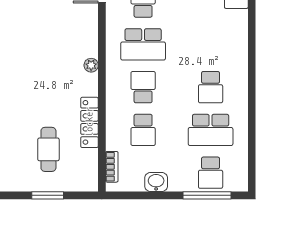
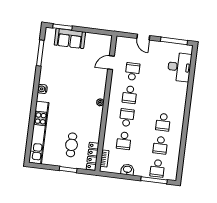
school desk: (143, 44) -> (130, 95), width x0.54
locker: (89, 122) -> (93, 156), moved
school desk: (211, 130) -> (160, 145), width x0.54

